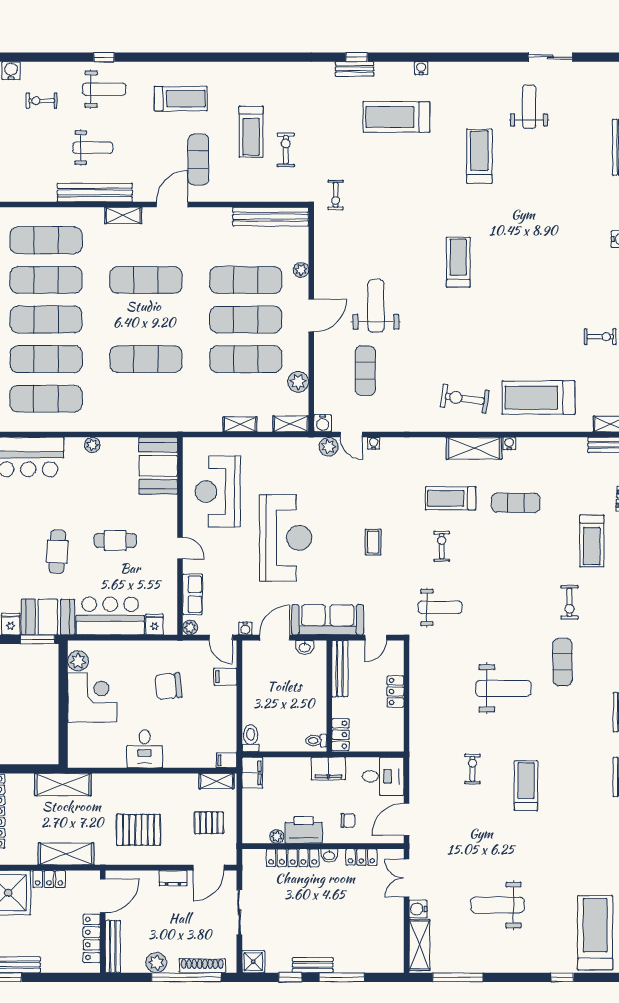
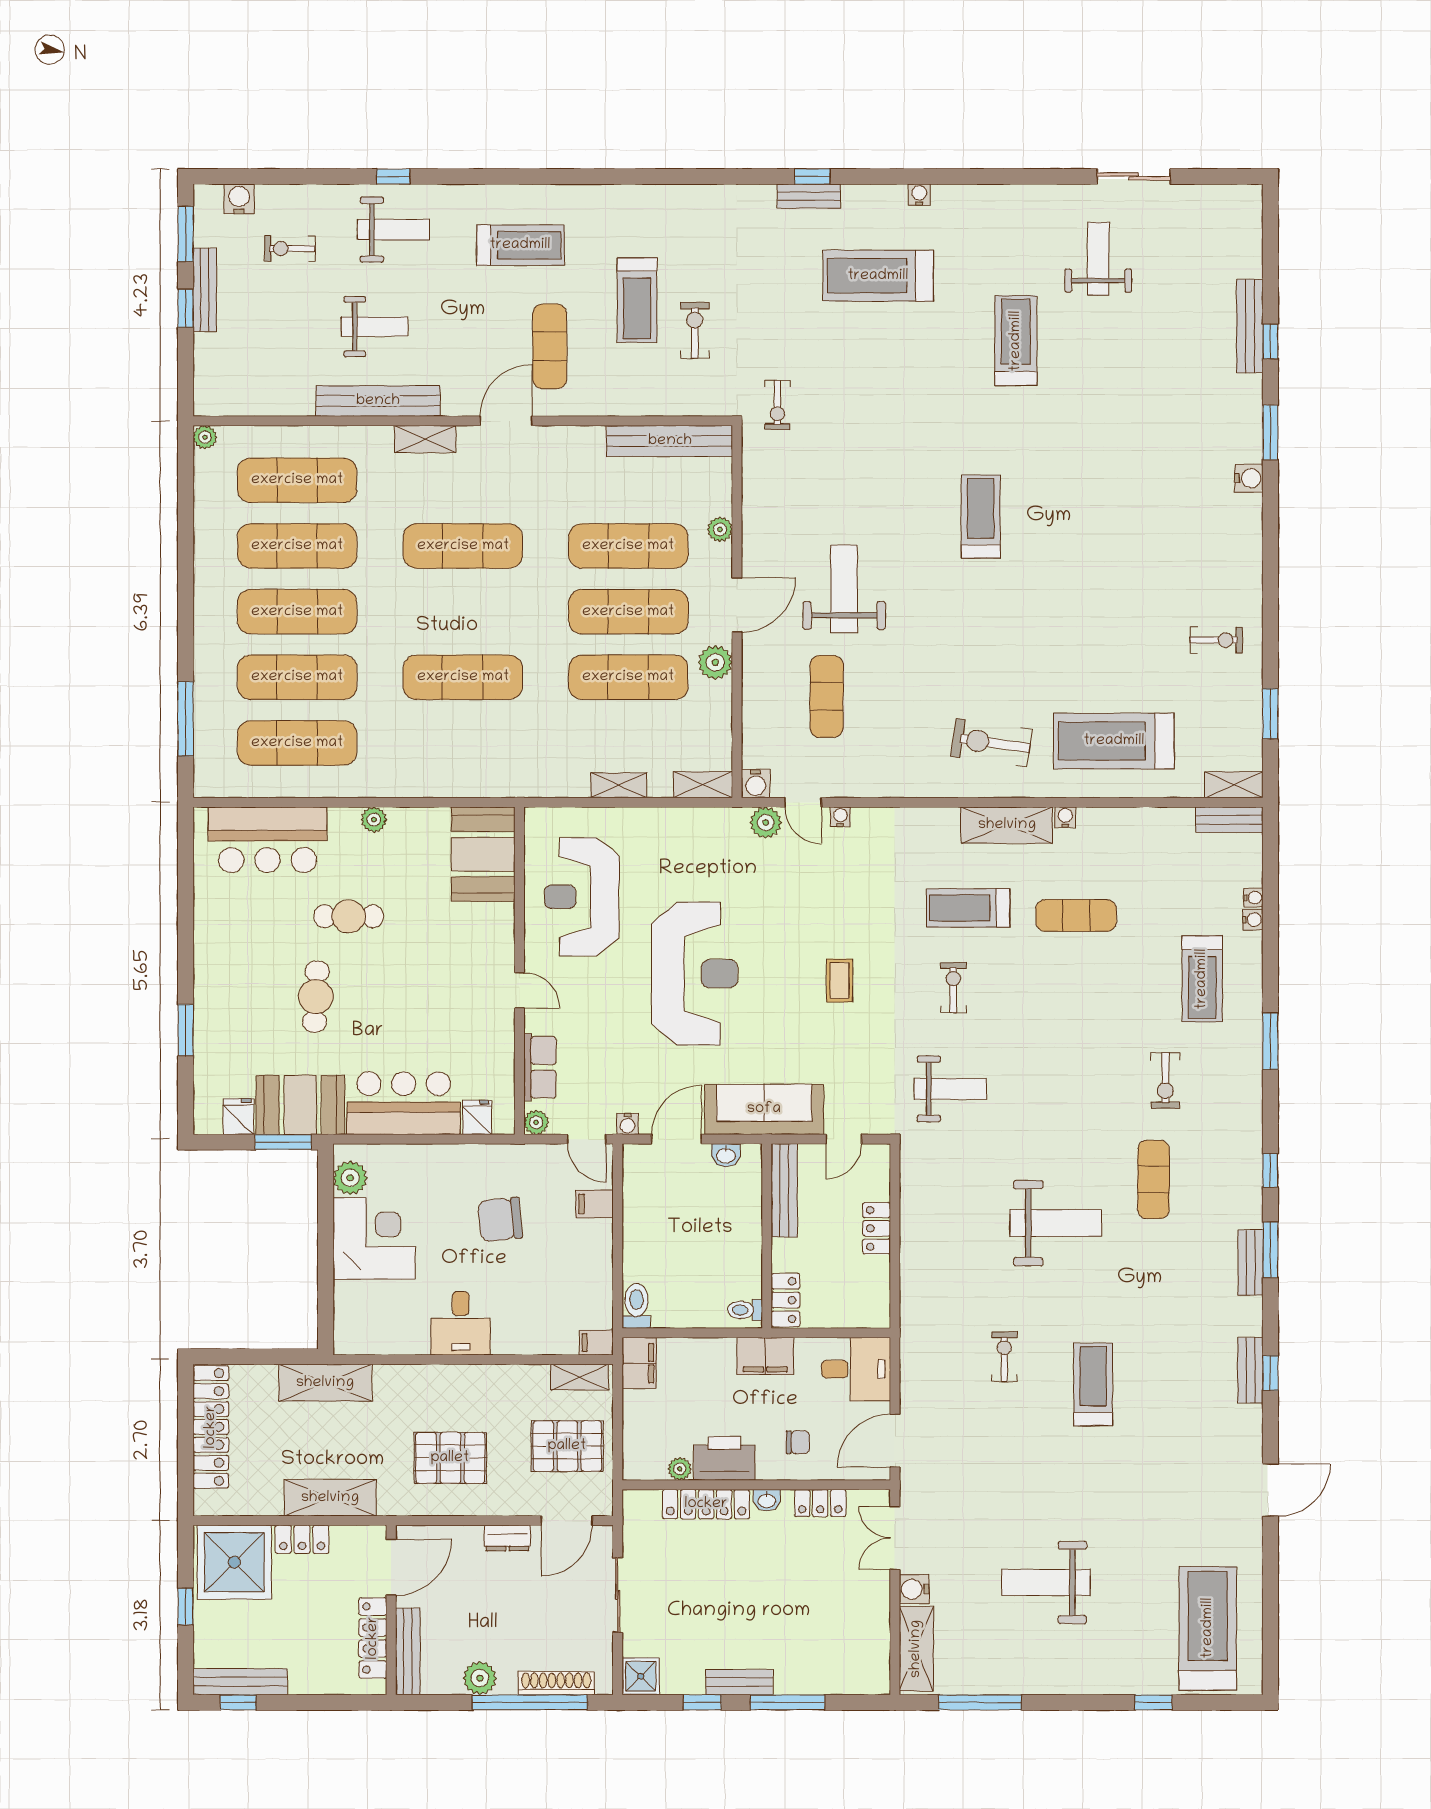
plant: (298, 382) -> (715, 662), moved
cafe table: (115, 540) -> (349, 916), moved
pallet: (209, 823) -> (567, 1446), width x1.50, depth x1.42

